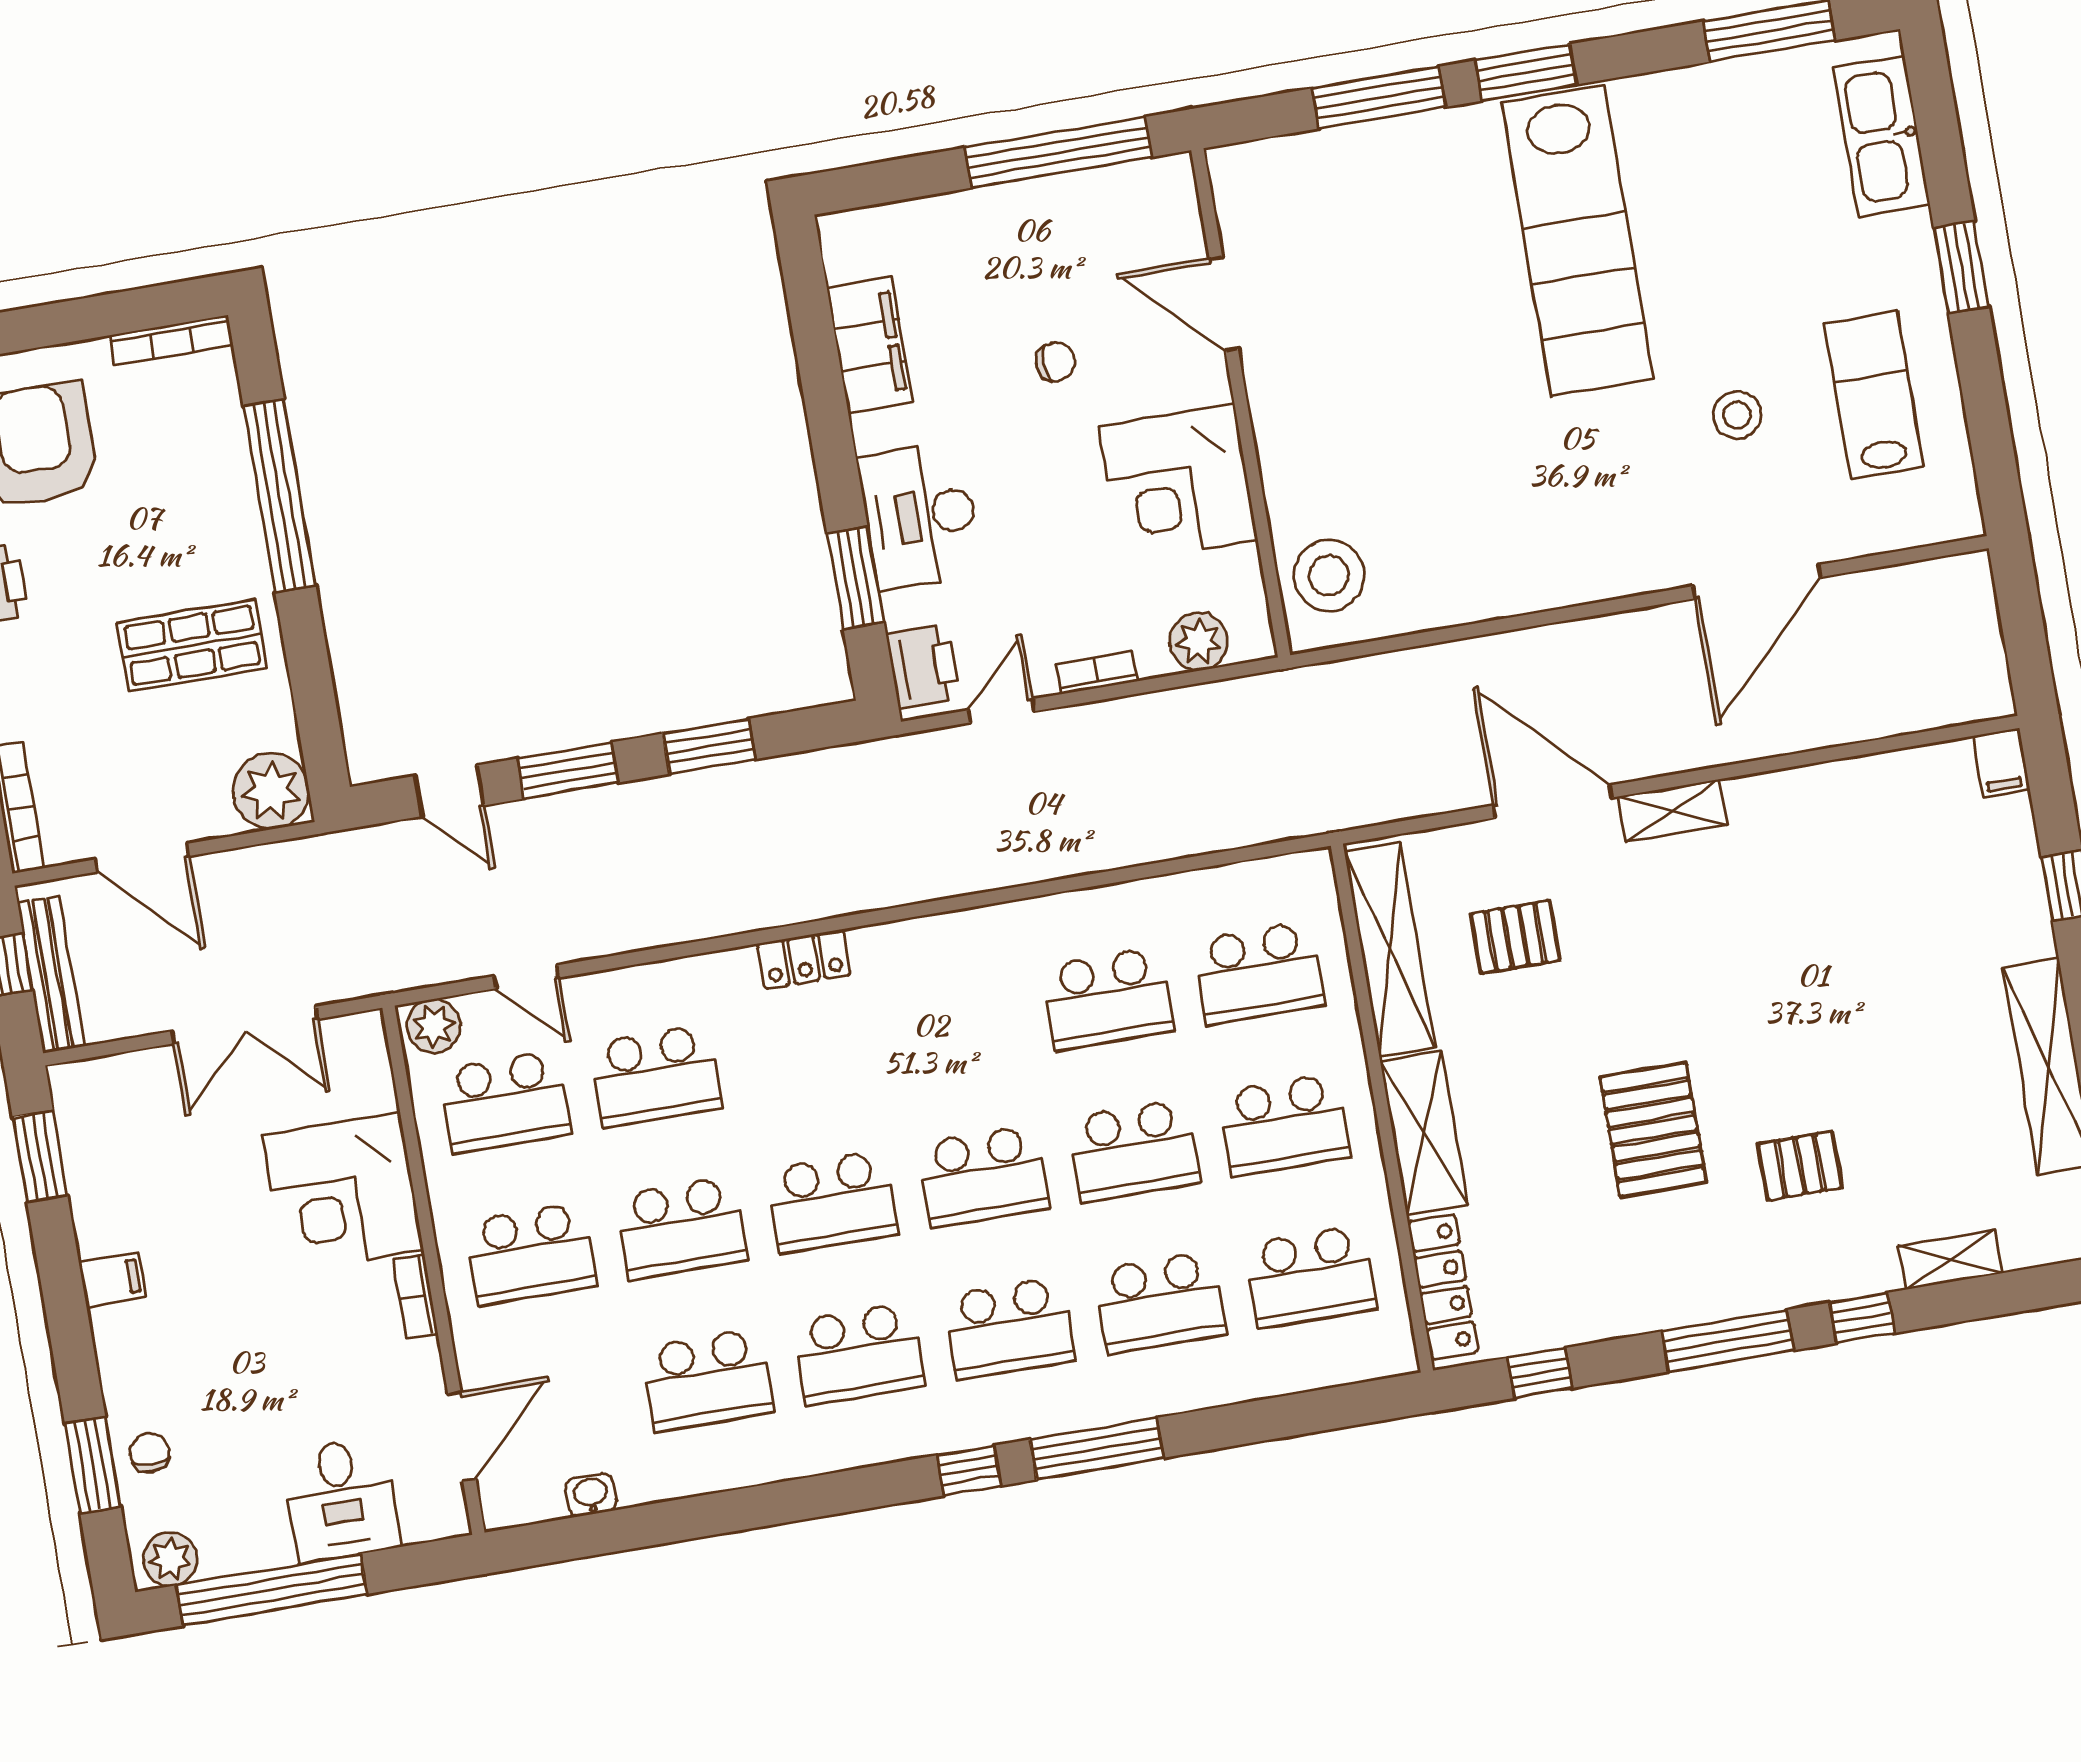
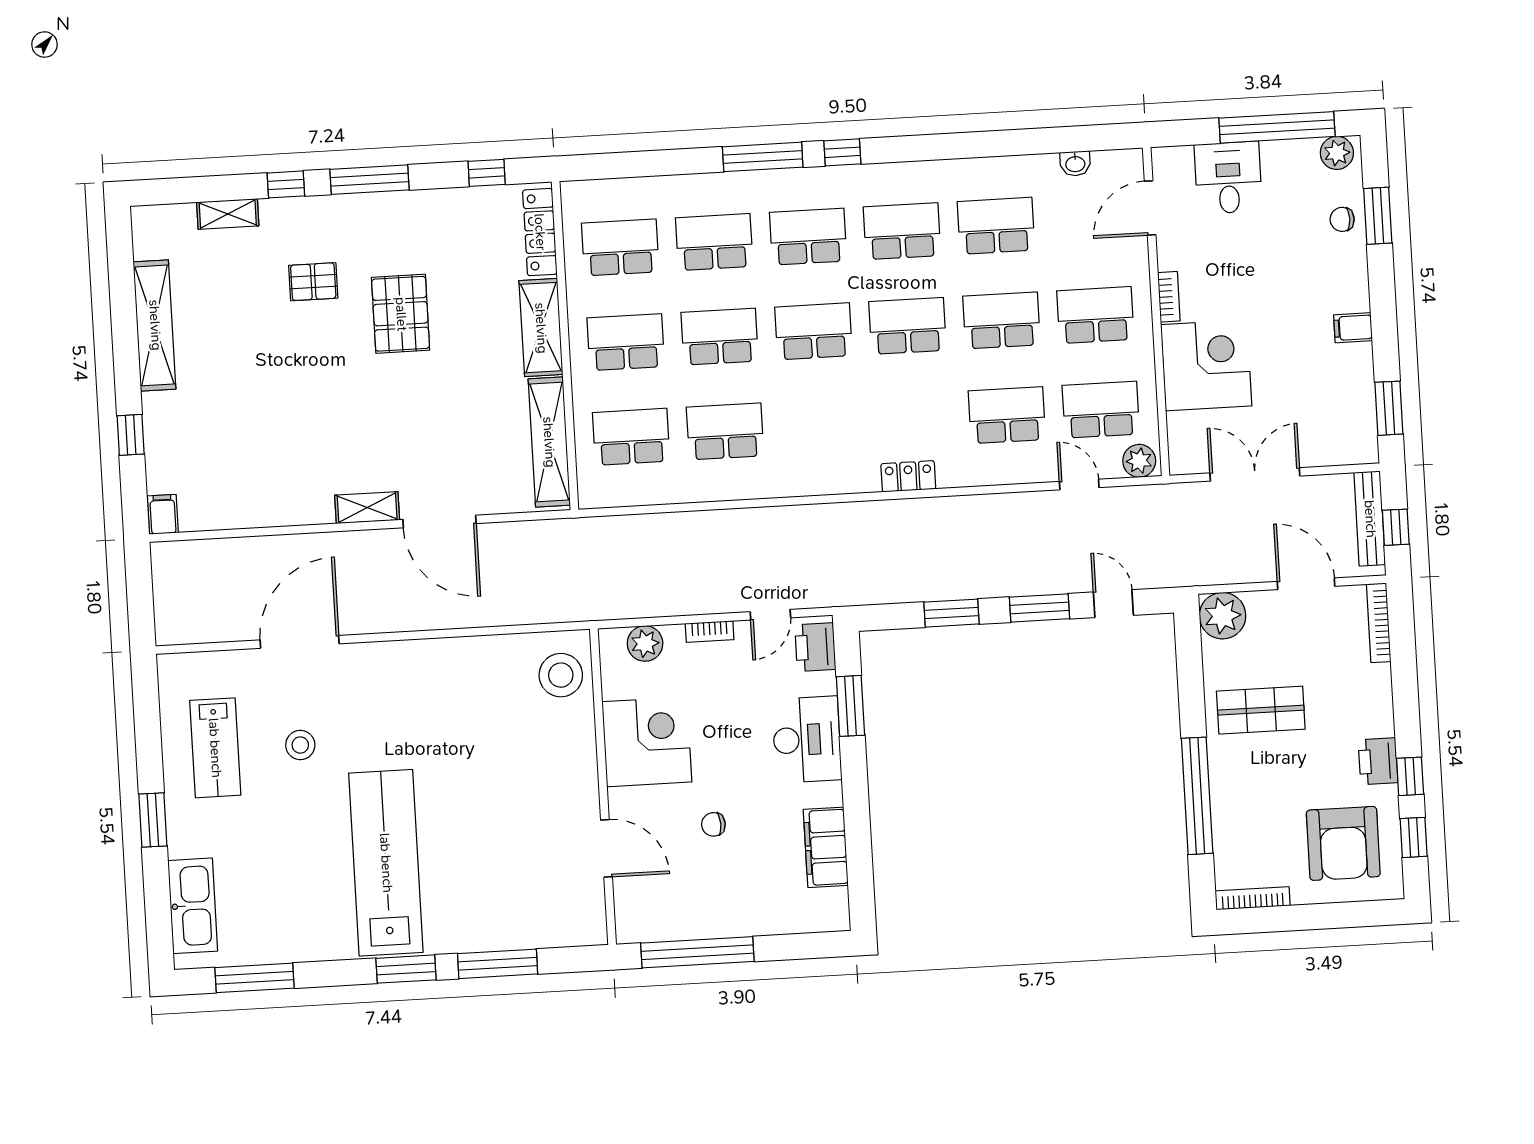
pallet: (1515, 937) -> (472, 441), removed
chair: (150, 1453) -> (1342, 219), turned 90

